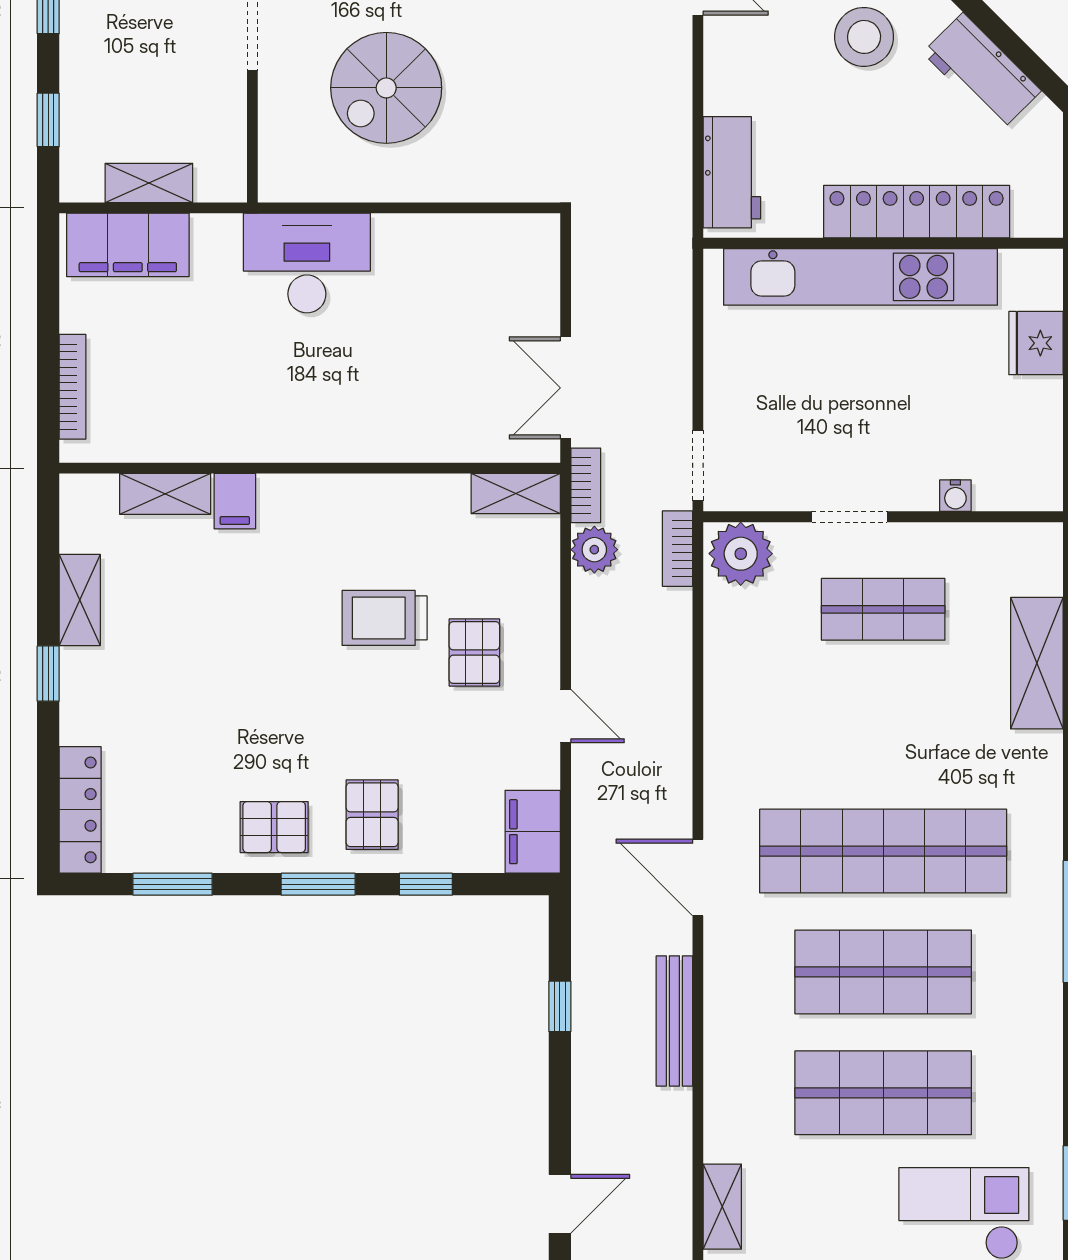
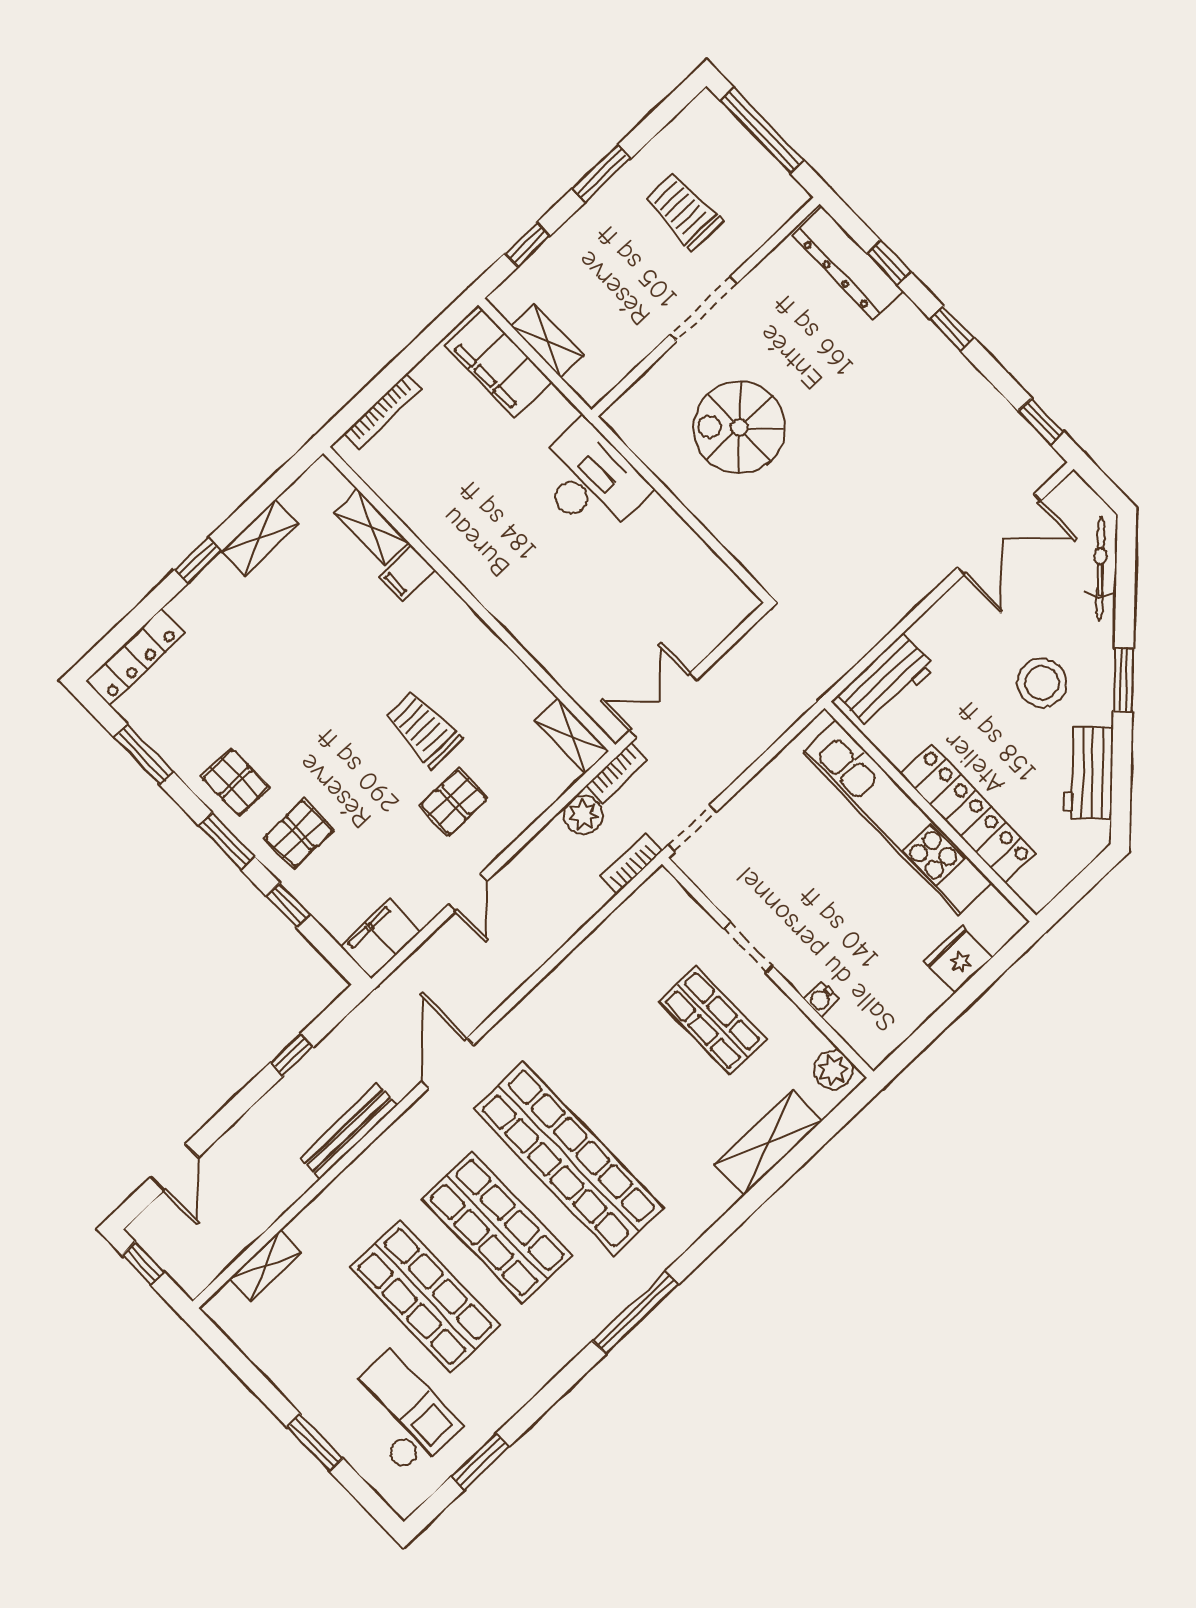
plant: (741, 554) -> (833, 1070), moved, width x0.73, depth x0.73
door: (560, 1204) -> (174, 1167), hinge flipped

